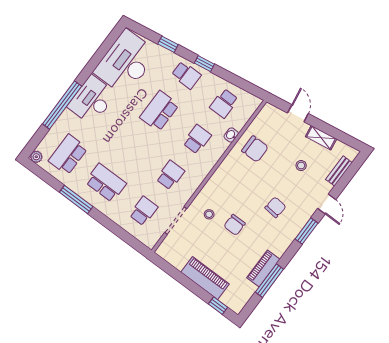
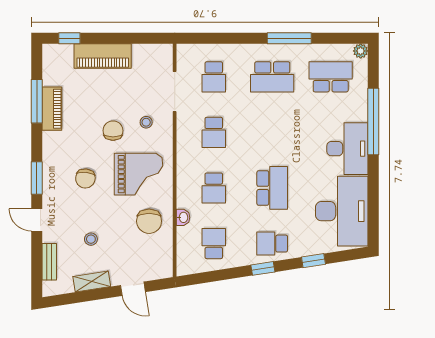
chair: (255, 149) -> (149, 221), turned -90
school desk: (68, 155) -> (331, 77), turned -90
grand piano: (239, 184) -> (139, 174), added

